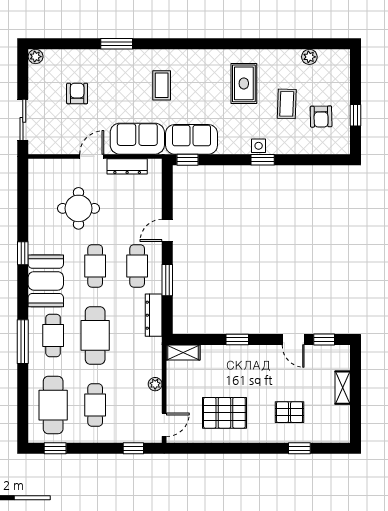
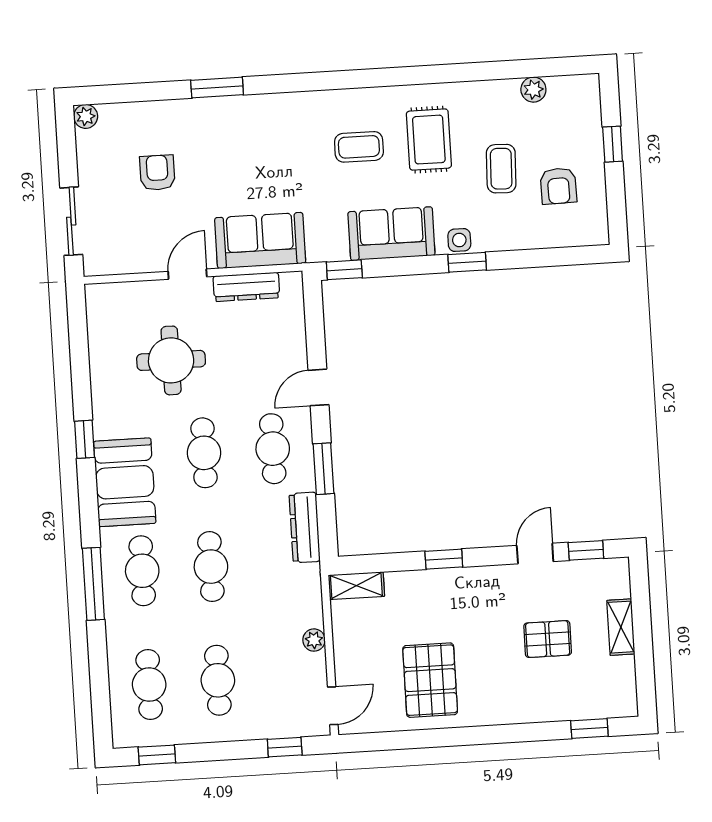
coffee table: (162, 85) -> (359, 147), moved, turned 90
window: (356, 115) -> (613, 144), moved
sofa: (192, 139) -> (391, 234), moved
cafe table: (95, 335) -> (211, 567), width x0.73, depth x0.74
door: (293, 340) -> (535, 554), swing flipped
cafe table: (53, 405) -> (149, 685), width x0.73, depth x0.74
pallet: (290, 412) -> (548, 639), moved
pallet: (224, 413) -> (430, 680), turned 90
window: (299, 448) -> (589, 728), moved

